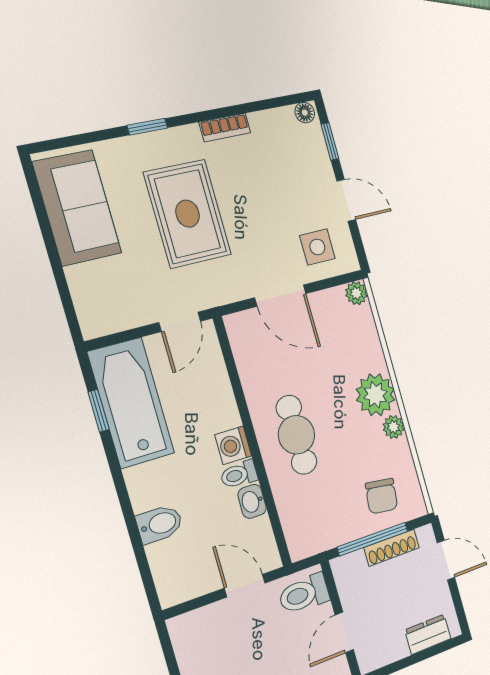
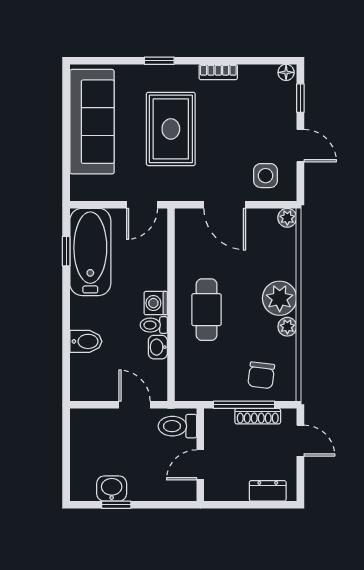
sofa: (77, 208) -> (92, 122), width x1.36

